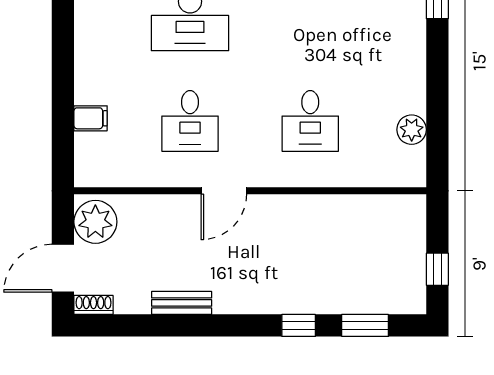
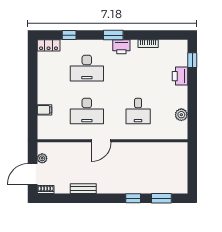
printer: (409, 39) -> (180, 76), added
desk: (190, 121) -> (87, 111), width x1.37
plant: (95, 222) -> (42, 158), width x0.53, depth x0.53
window: (437, 269) -> (192, 174), removed

